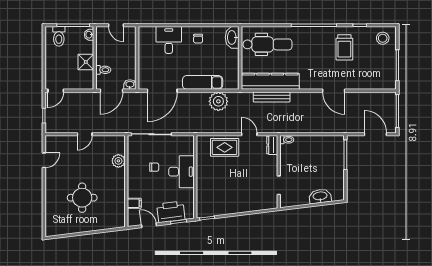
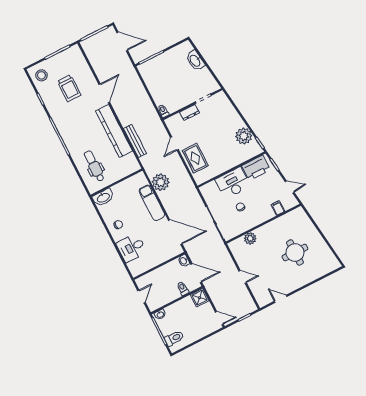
dental chair: (267, 44) -> (94, 166), width x0.73, depth x0.72
trolley: (344, 47) -> (69, 88), moved, turned 90
shower: (86, 62) -> (200, 298), moved
kitchen counter: (270, 81) -> (114, 131), moved
door: (375, 134) -> (122, 41), swing flipped
dresser: (272, 145) -> (189, 112), moved
plant: (222, 206) -> (244, 136), added
printer: (171, 212) -> (256, 168), moved, turned -83
door: (149, 225) -> (290, 187), swing flipped

